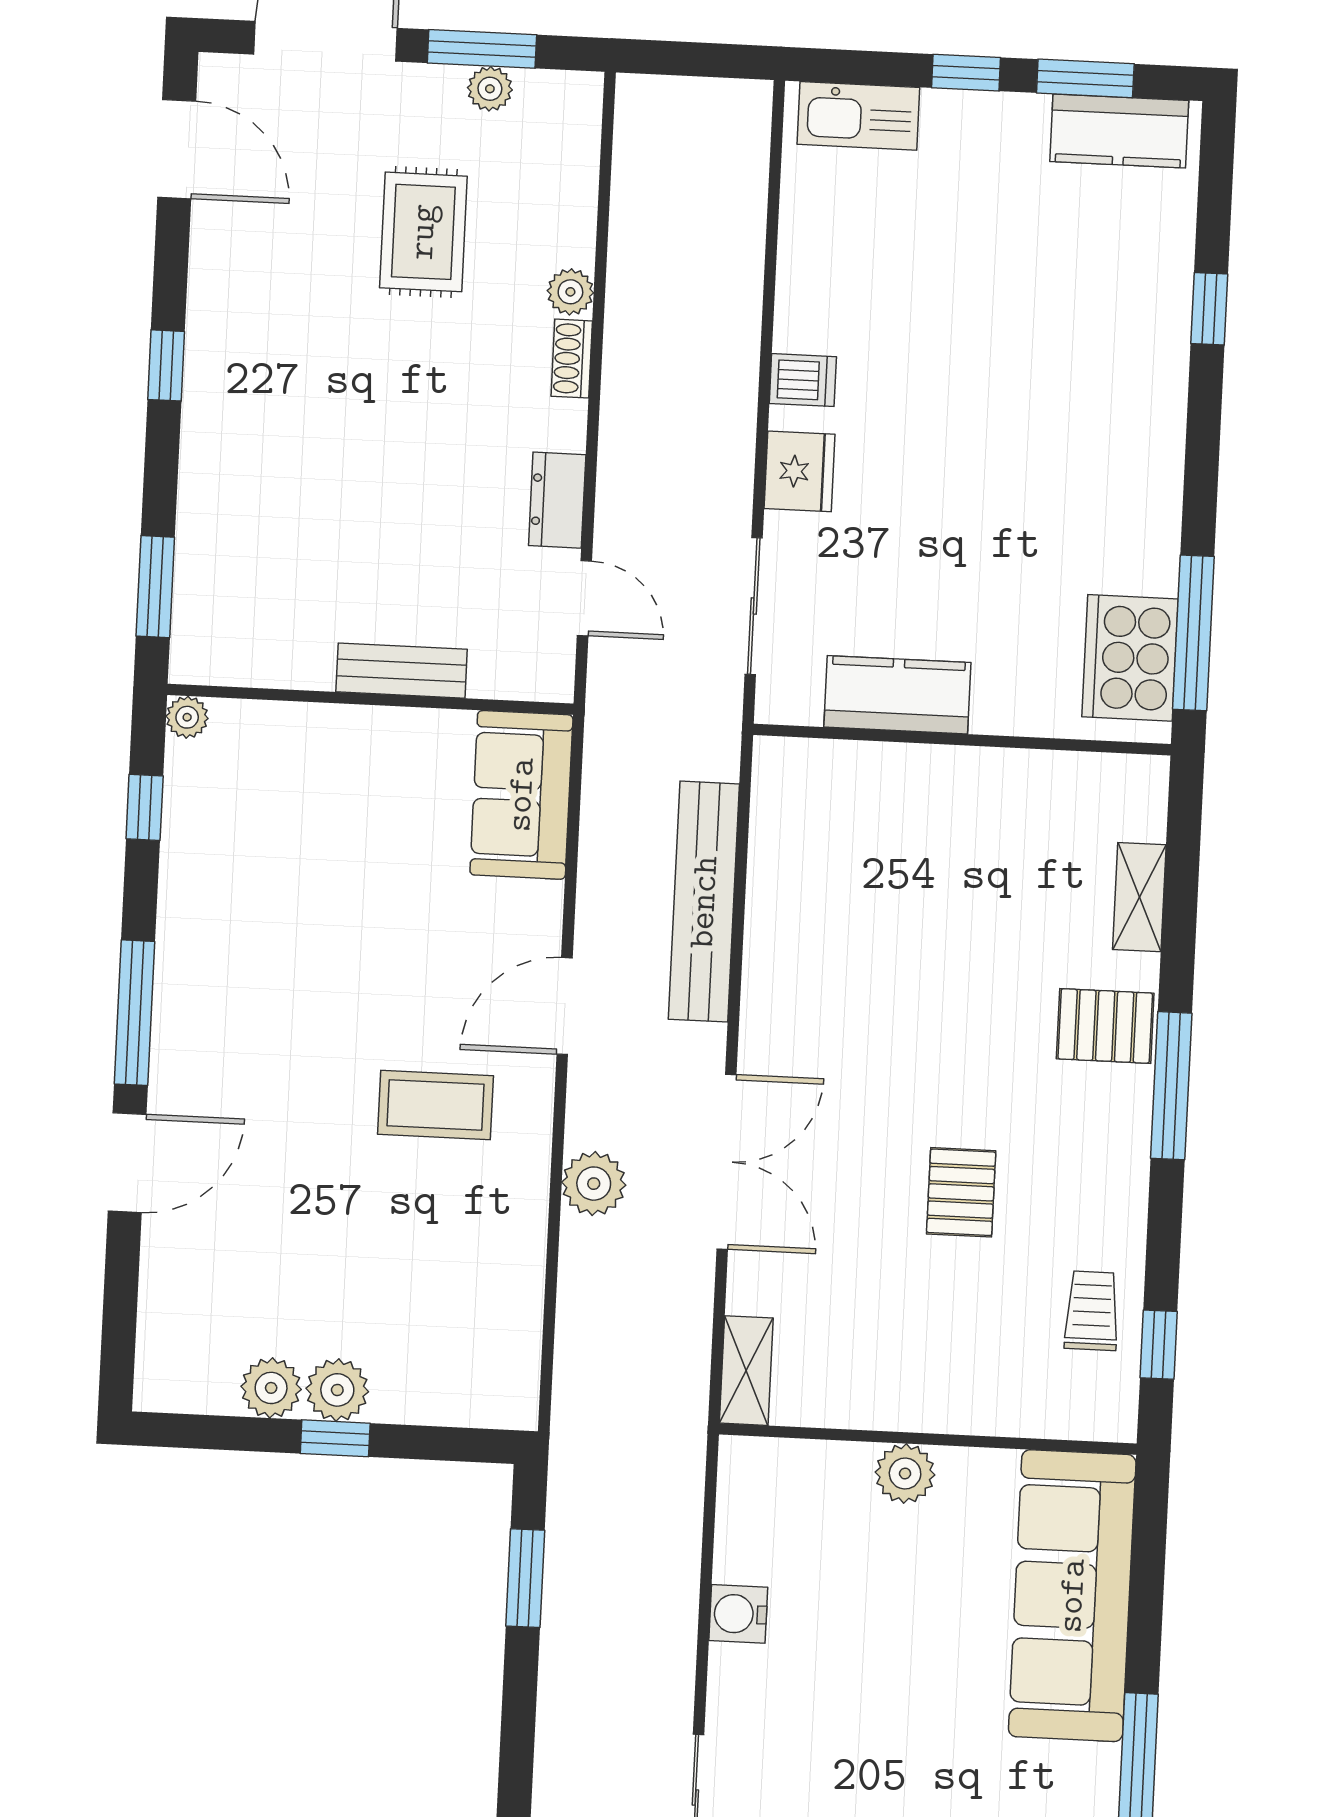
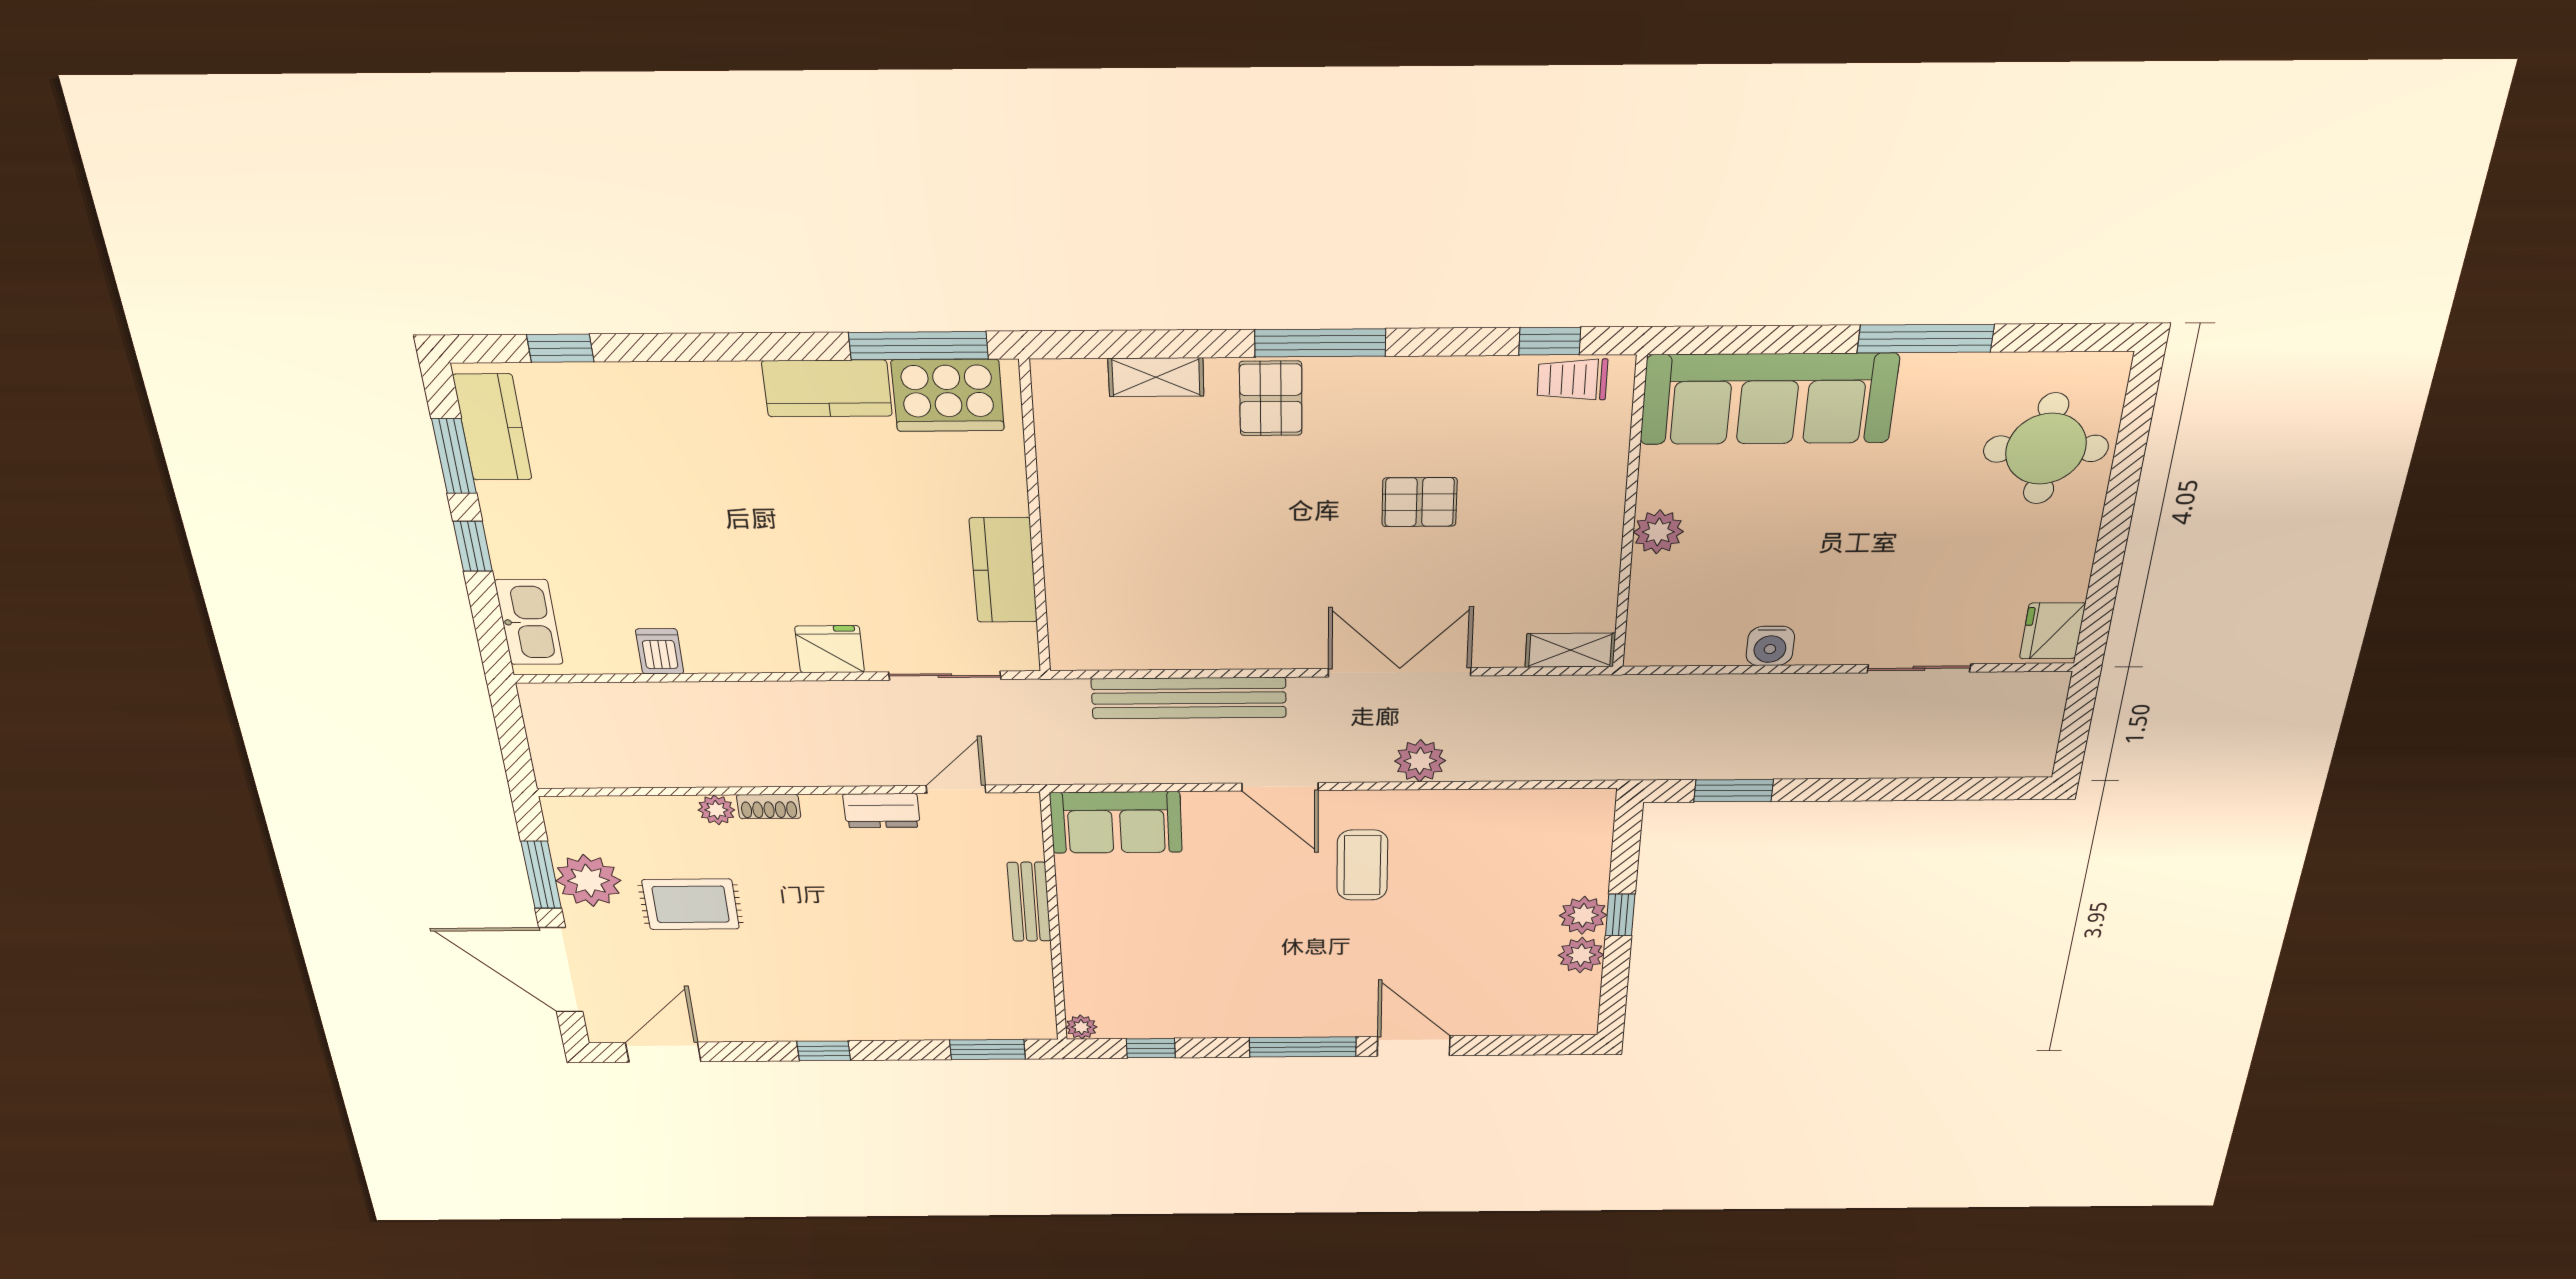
plant: (490, 89) -> (588, 881), width x1.88, depth x1.88
window: (1209, 309) -> (560, 348), moved
dishwasher: (803, 380) -> (660, 651), moved
kitchen counter: (1146, 522) -> (827, 388), added
trolley: (1092, 1311) -> (1572, 380), moved

